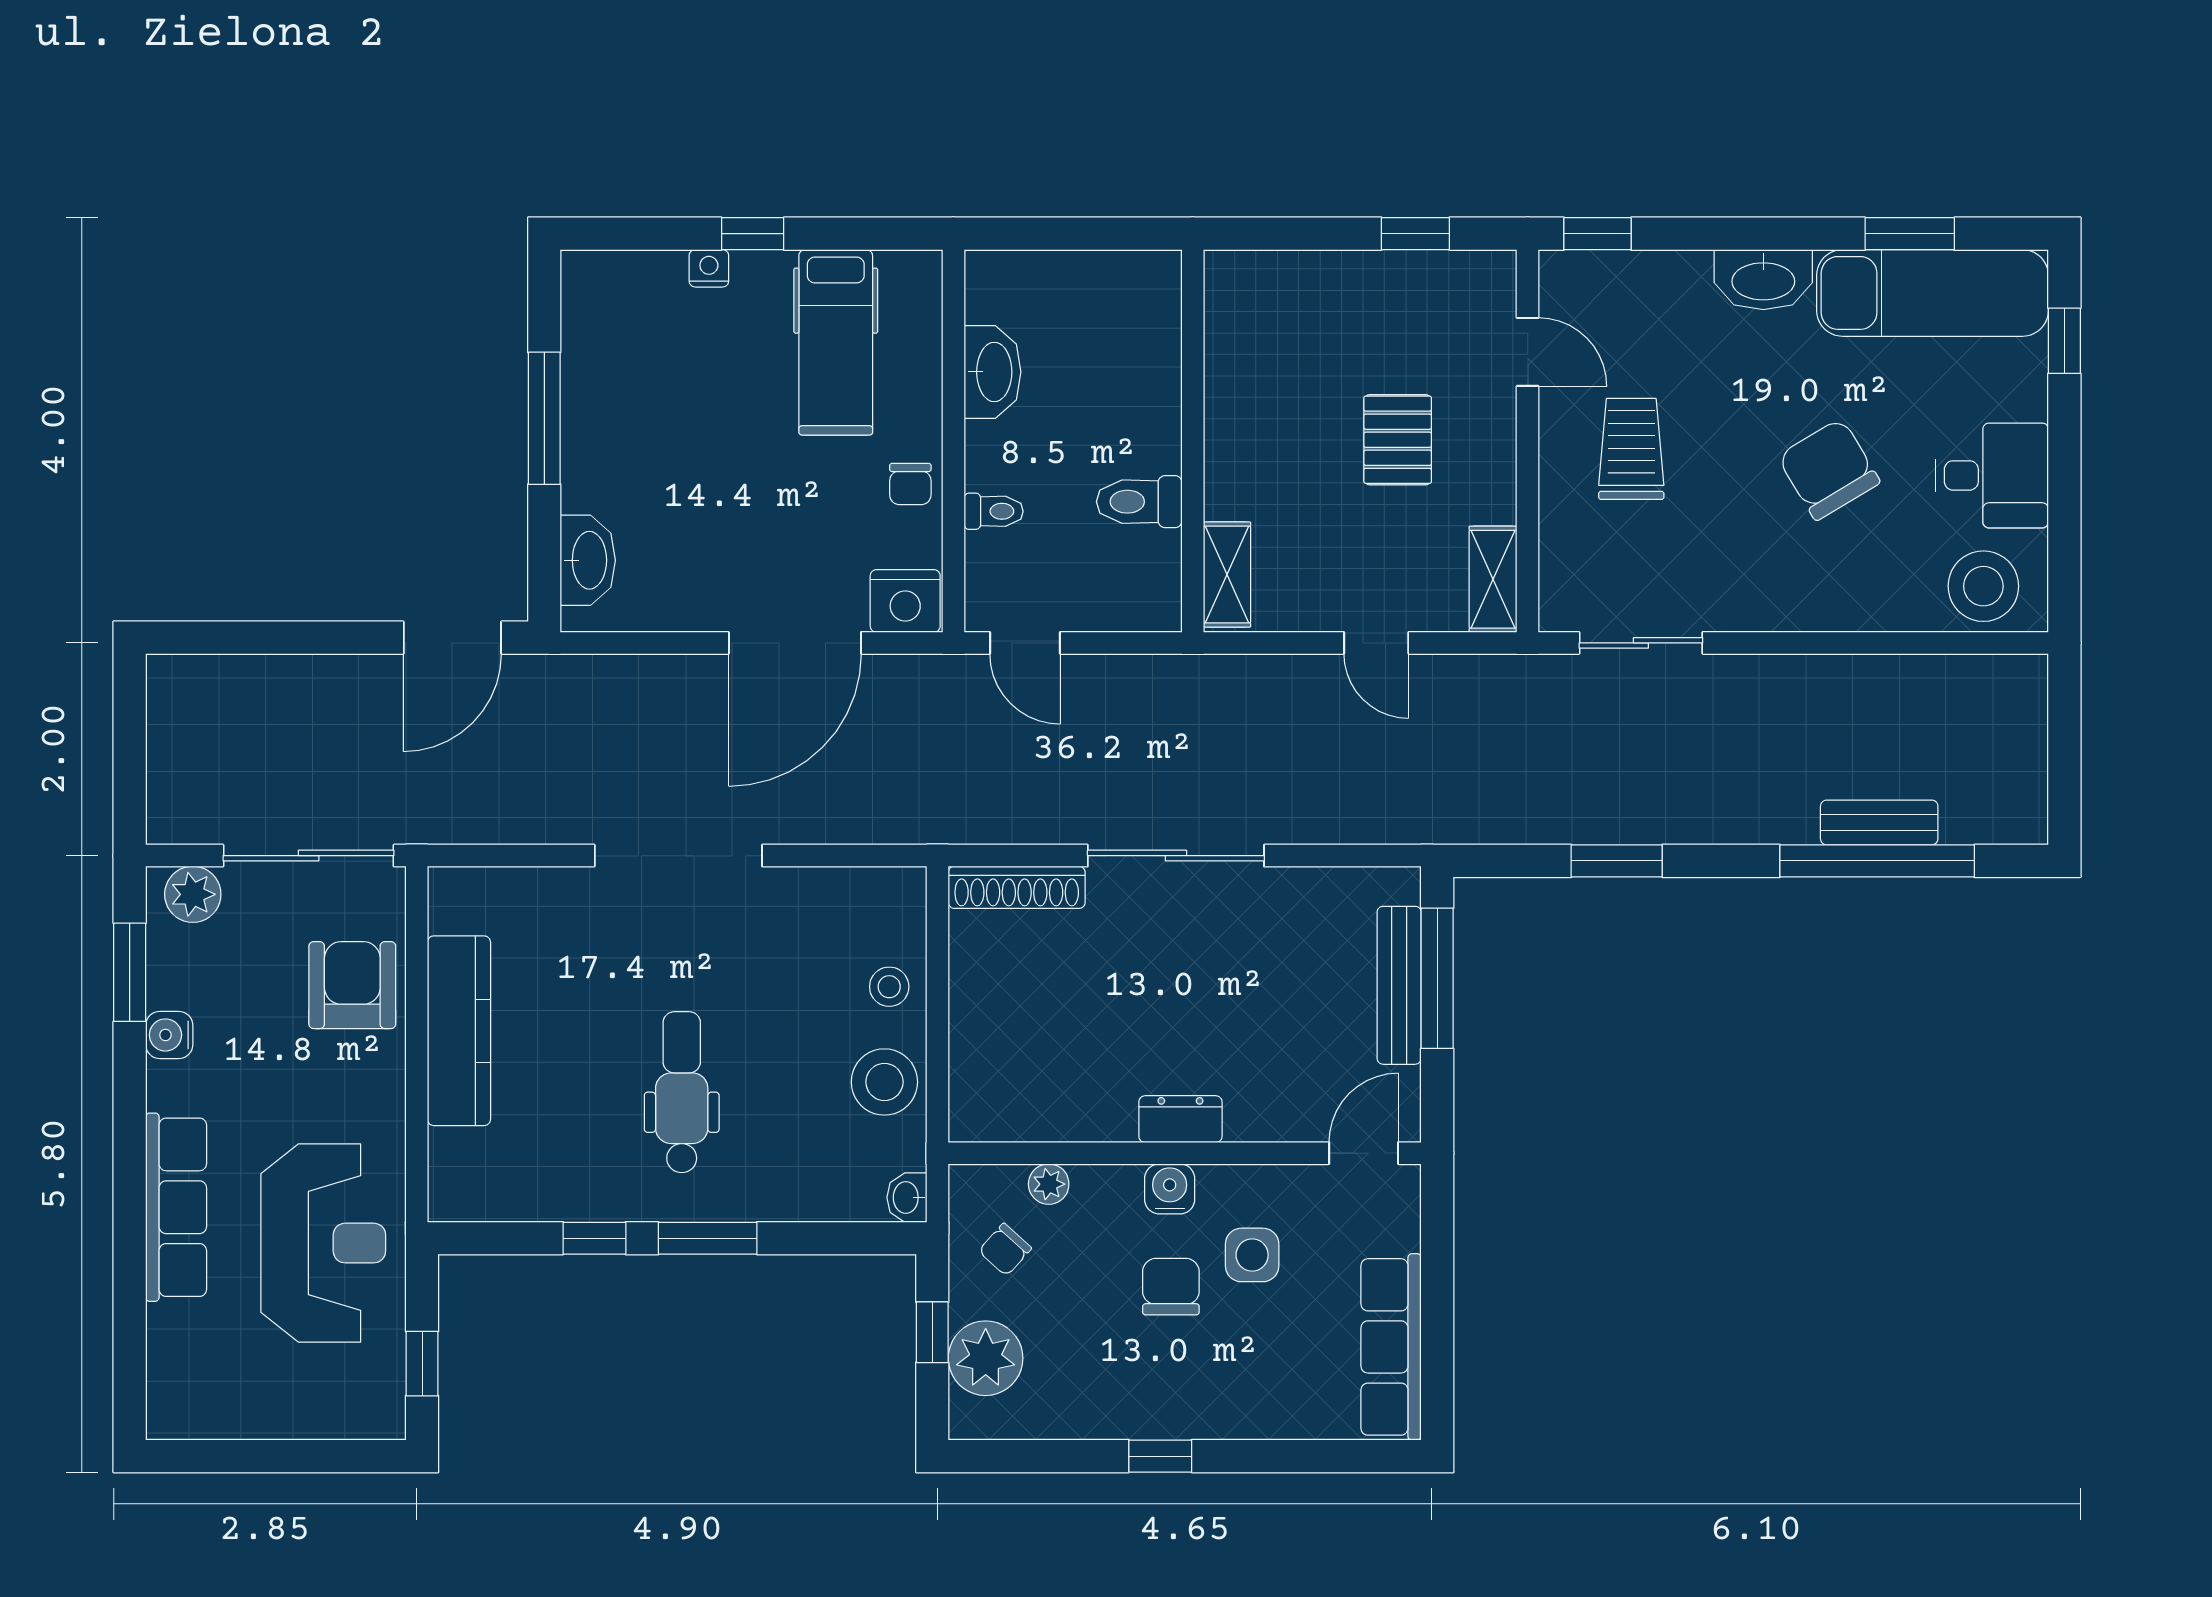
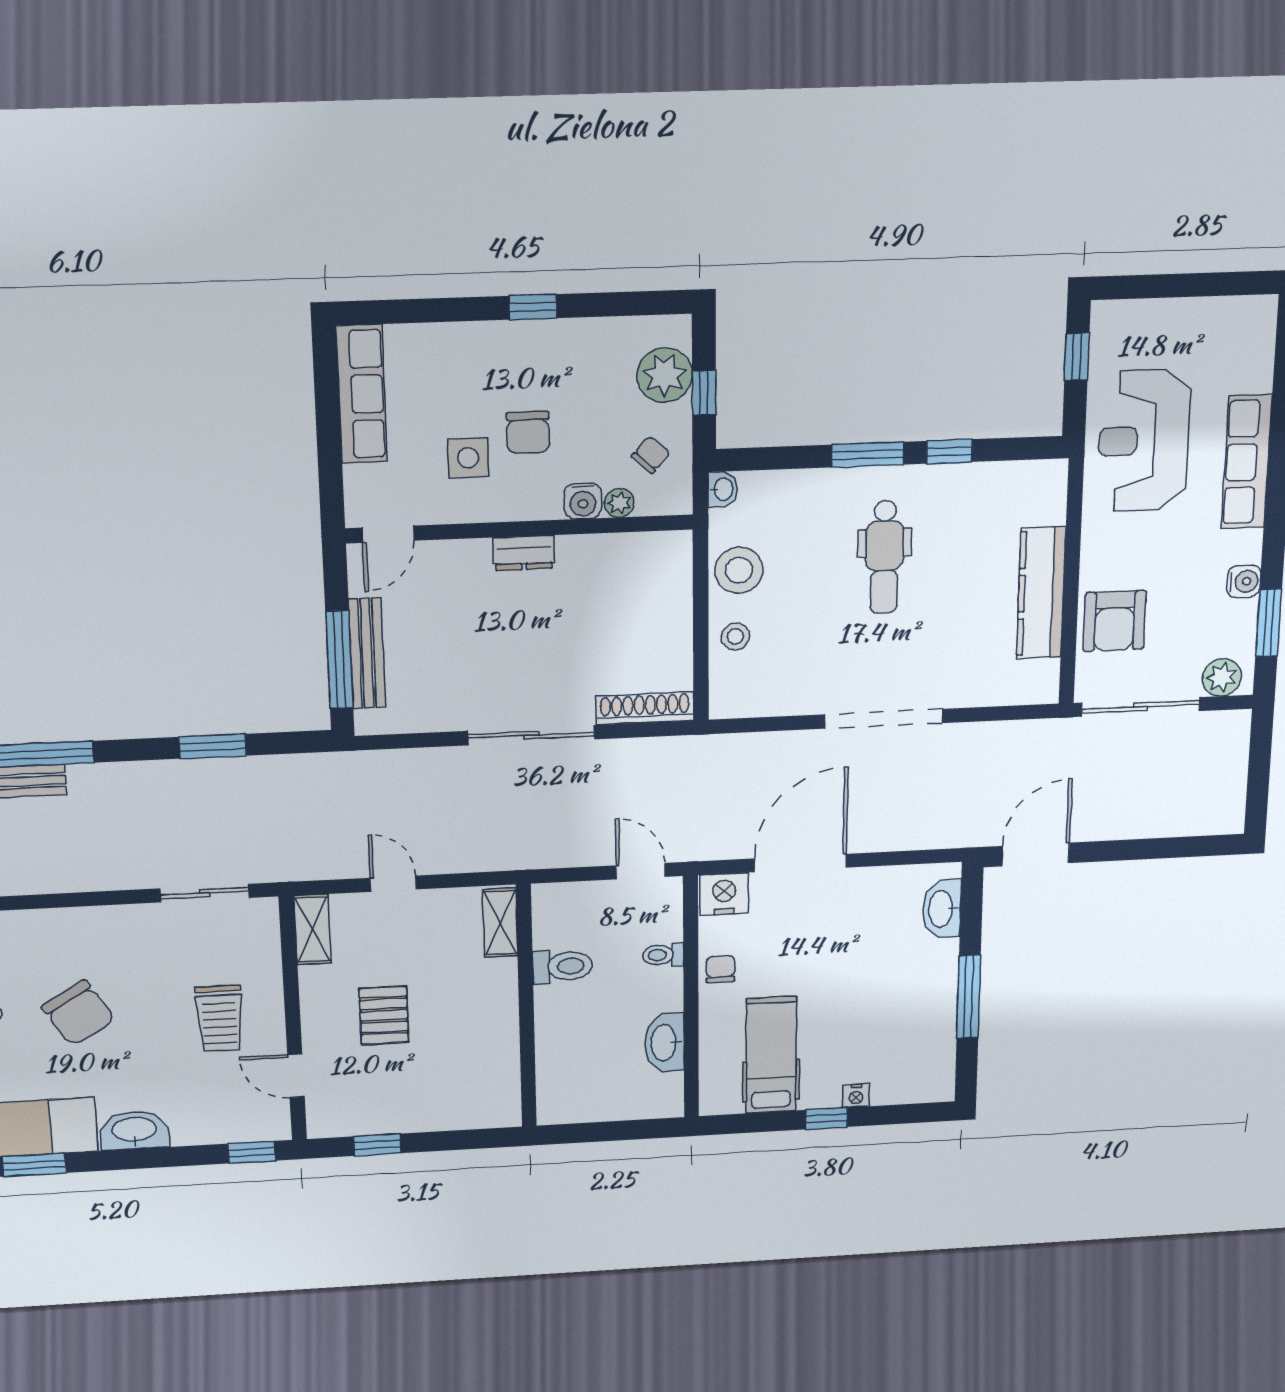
water cooler: (1170, 1189) -> (583, 501), moved

